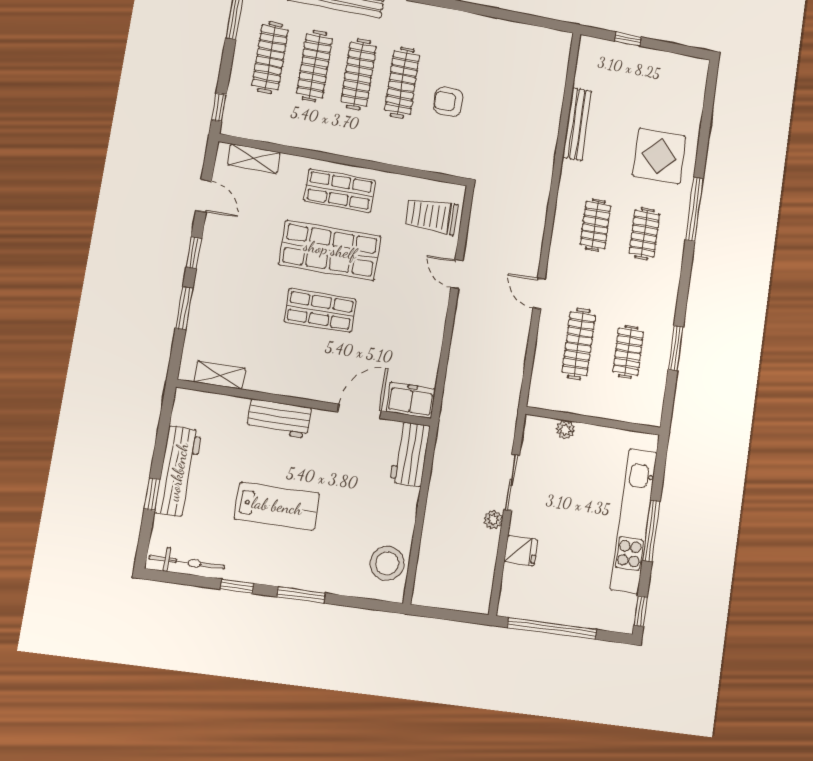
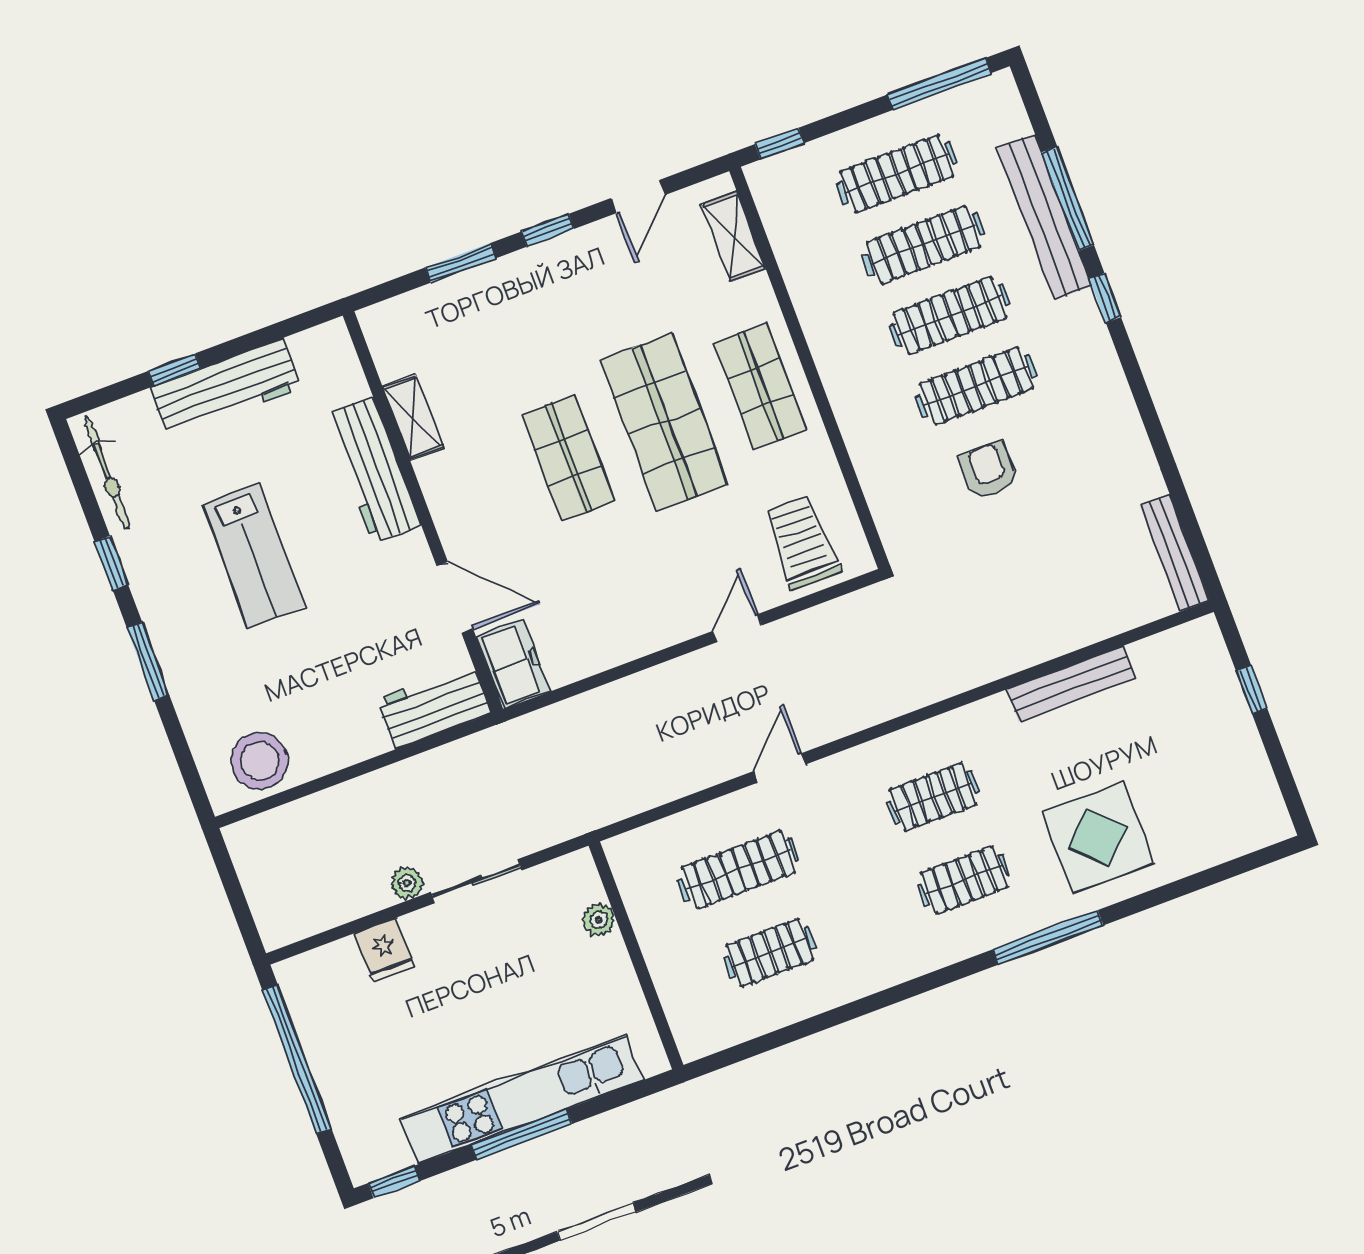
bench: (541, 35) -> (1175, 553), added
window: (676, 348) -> (817, 1024), removed
shelving: (220, 375) -> (413, 417), moved
workbench: (279, 419) -> (373, 470), width x1.37

